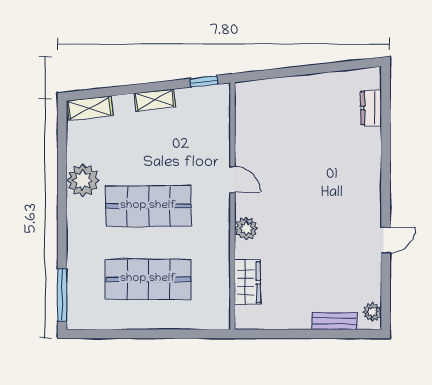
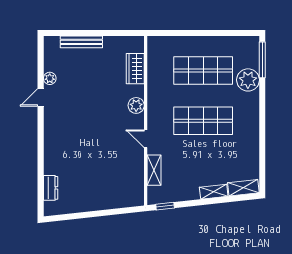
shelving: (155, 100) -> (214, 192), moved
shelving: (220, 134) -> (154, 170), added
plant: (83, 180) -> (248, 80), moved
plant: (372, 312) -> (50, 78), moved
bench: (334, 321) -> (81, 42), width x1.36

